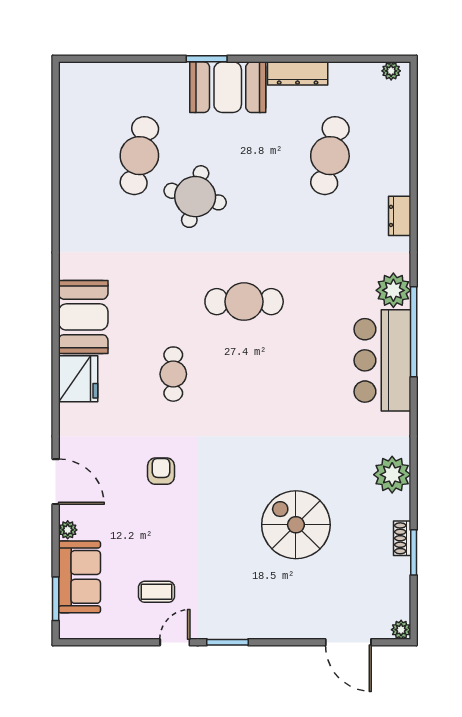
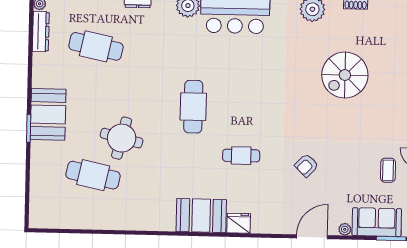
dresser: (298, 73) -> (41, 32), moved
fridge: (78, 379) -> (239, 223), width x0.73, depth x0.75
armchair: (161, 471) -> (307, 165), turned -46

